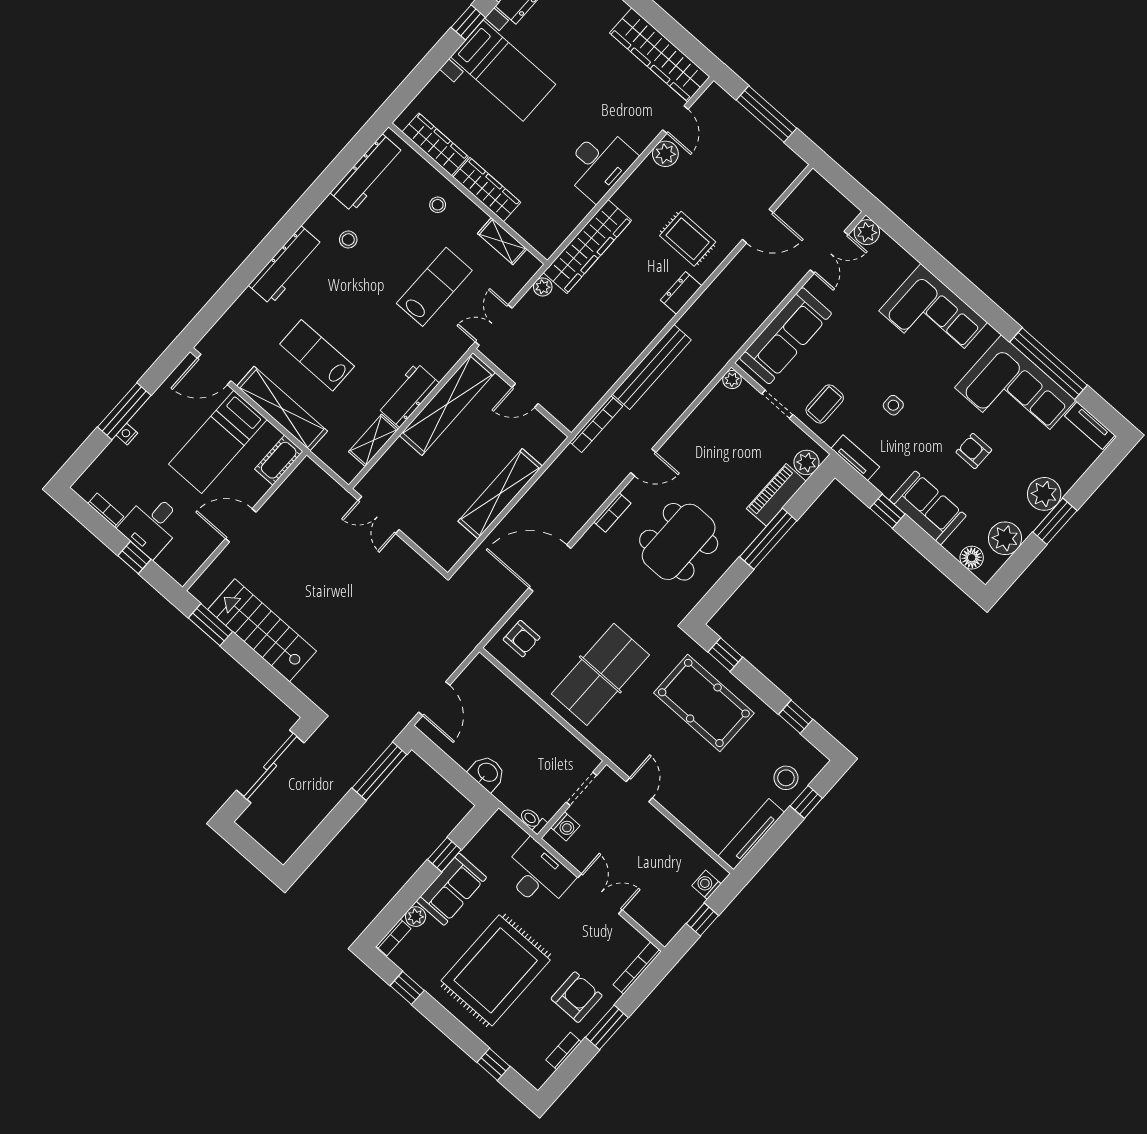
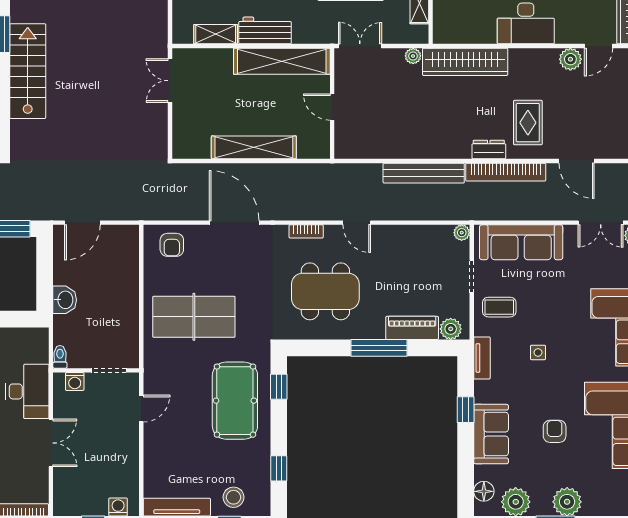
bookcase: (596, 424) -> (506, 172), moved, width x1.48, depth x1.31

